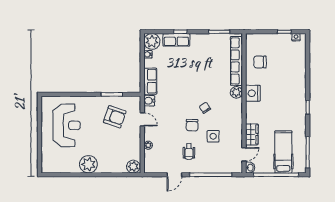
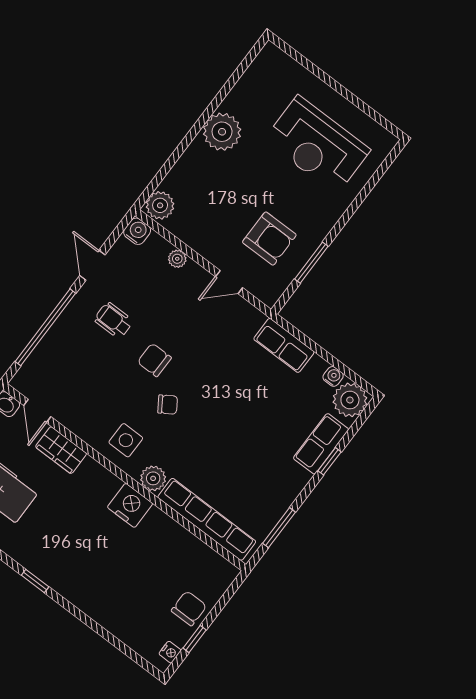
chair: (260, 62) -> (189, 608), moved
water cooler: (149, 101) -> (137, 231), moved
armchair: (115, 117) -> (269, 239), turned -109
side table: (213, 136) -> (126, 440), moved

